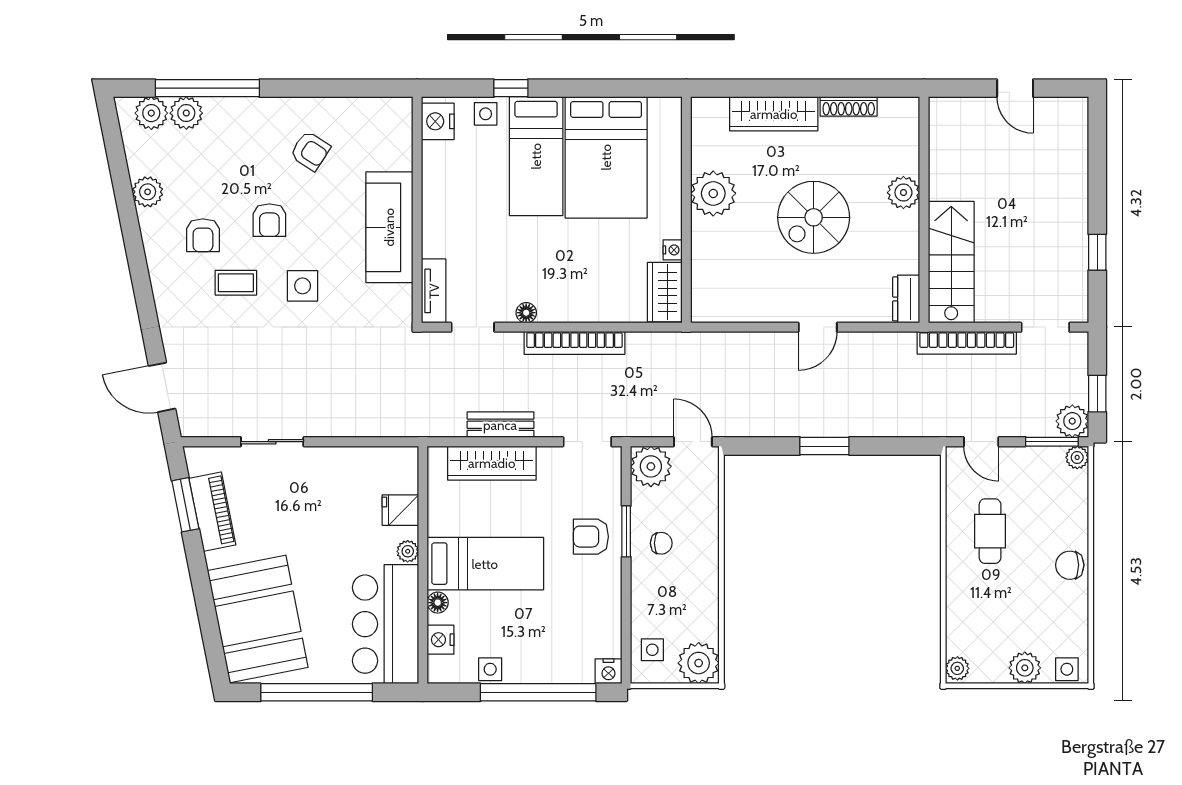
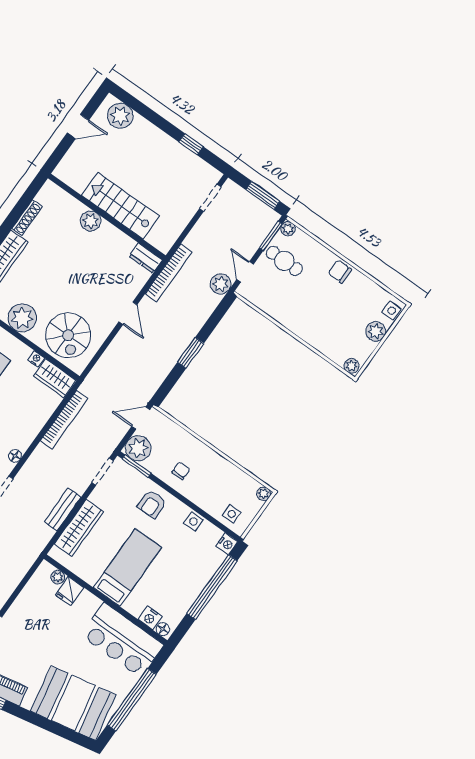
plant: (1068, 133) -> (120, 116), added
spiral stairs: (814, 217) -> (68, 335), moved
stairs: (951, 262) -> (120, 206), moved
bookcase: (574, 343) -> (64, 420), moved
bookcase: (967, 343) -> (169, 273), moved
window: (1097, 394) -> (263, 195), width x1.50
plant: (1072, 421) -> (221, 284), moved
door: (981, 442) -> (245, 272), swing flipped
window: (626, 531) -> (137, 466), moved
cafe table: (990, 531) -> (284, 261), moved
plant: (408, 551) -> (58, 577), moved
chair: (1070, 565) -> (340, 271), turned 90
floor lamp: (438, 603) -> (163, 629), moved
plant: (699, 663) -> (264, 494), width x0.53, depth x0.53
side table: (490, 669) -> (193, 521), moved

